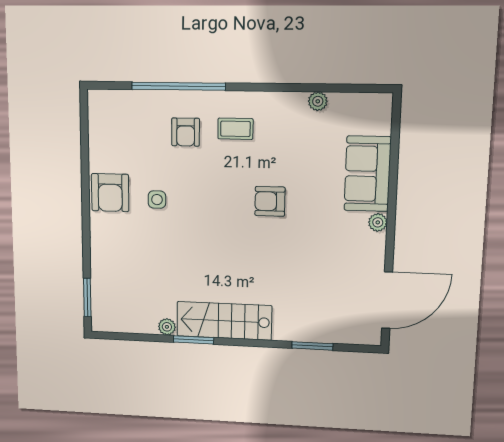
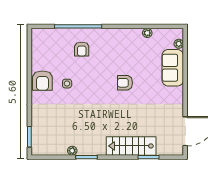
coffee table: (235, 129) -> (107, 47), removed
plant: (378, 222) -> (179, 44), moved
stairs: (224, 321) -> (131, 146), moved

